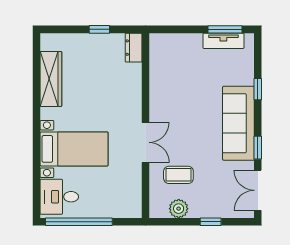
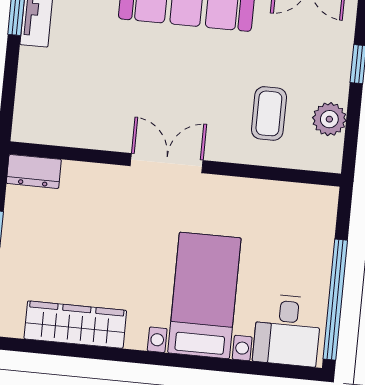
double door: (145, 142) -> (167, 163), moved

